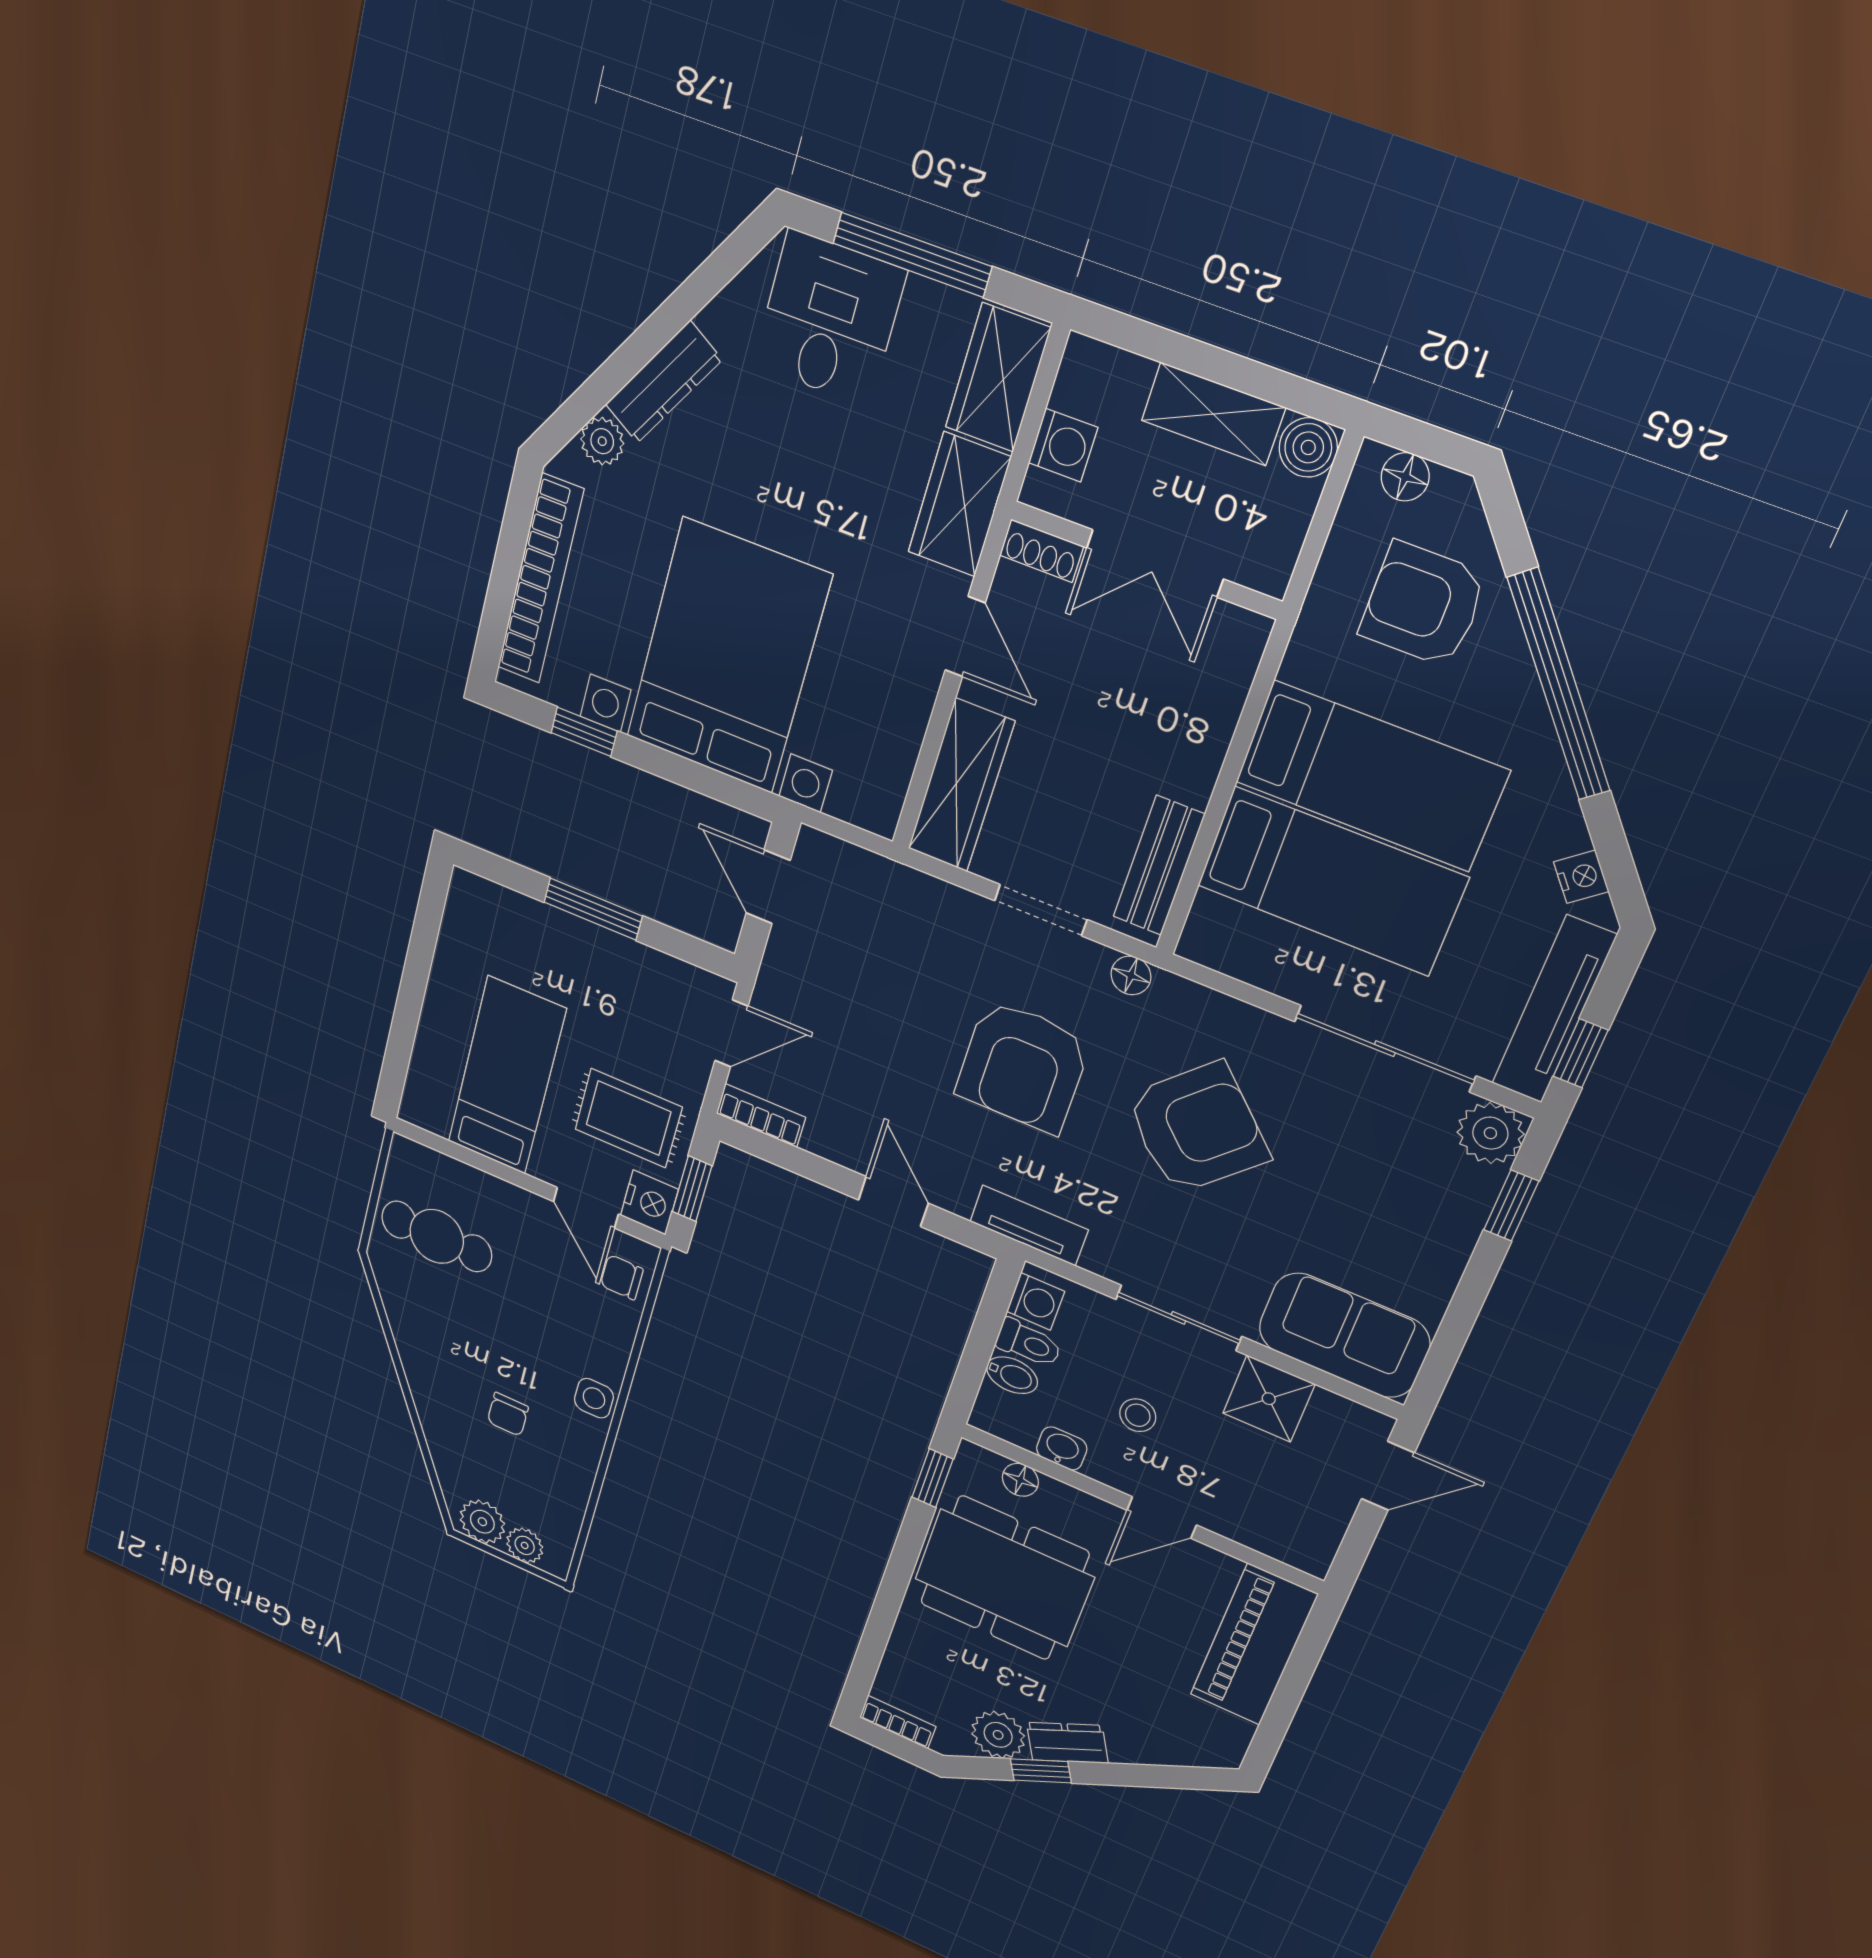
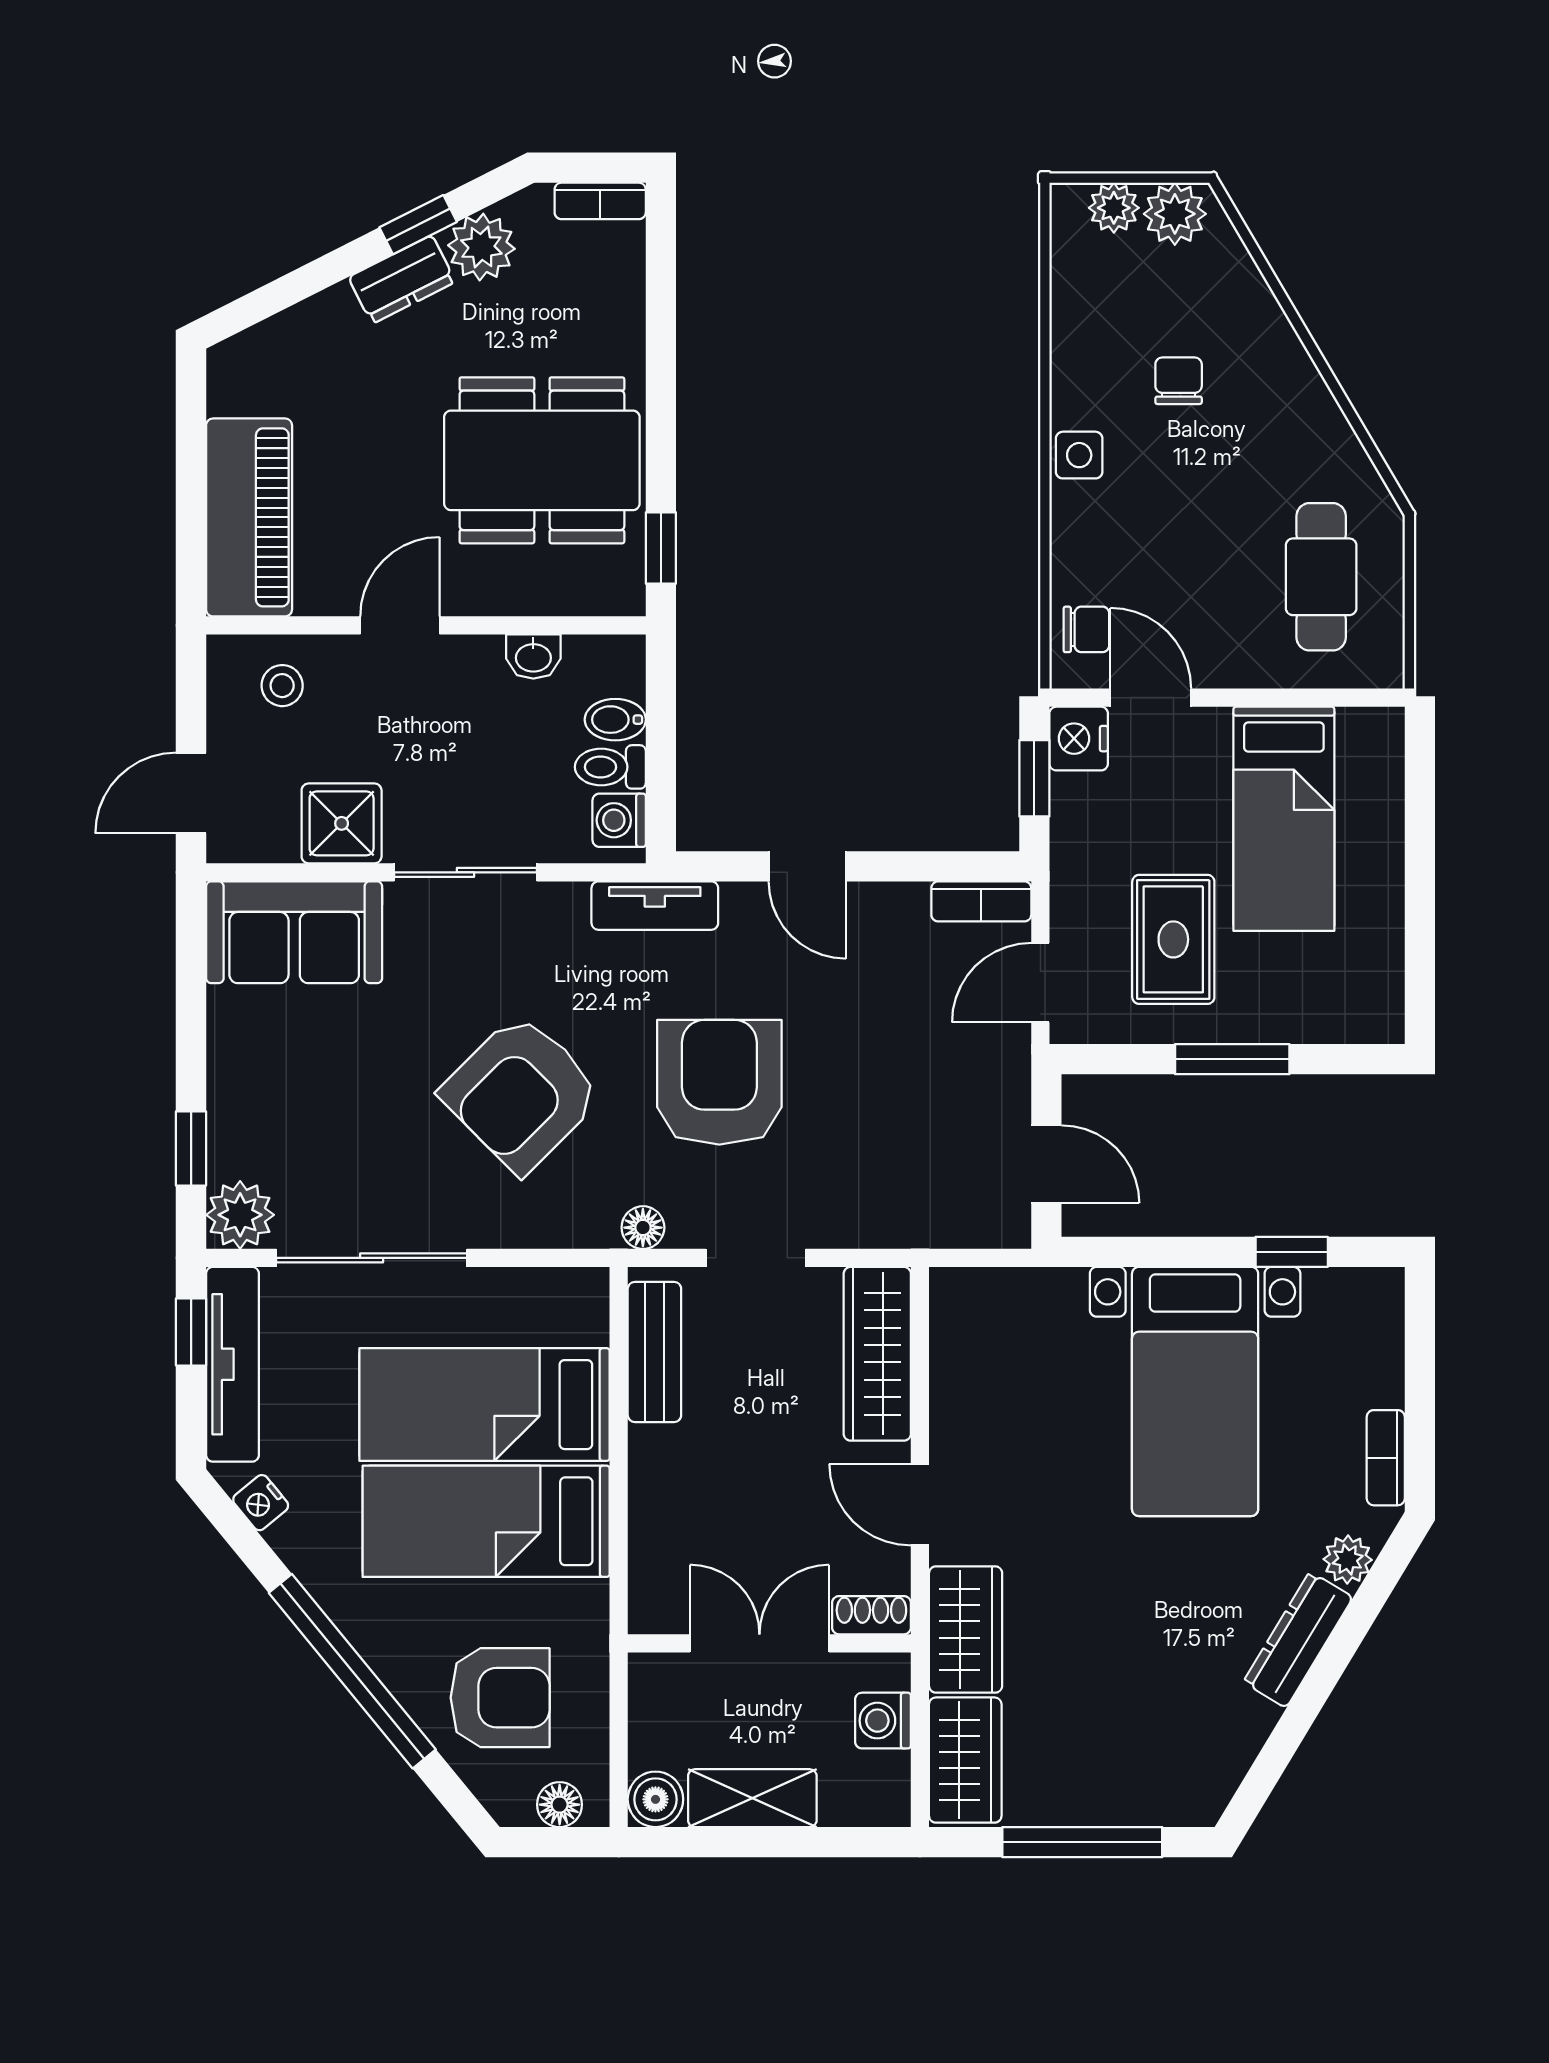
desk: (829, 318) -> (1146, 1757), removed
bookcase: (540, 579) -> (1386, 1458), width x0.43, depth x0.76
bed with nightstands: (728, 657) -> (1195, 1391), width x0.73
rug: (628, 1118) -> (1173, 939), moved, turned 90
cafe table: (437, 1236) -> (1321, 577), turned 90
stool: (1138, 1415) -> (282, 686), moved
floor lamp: (1020, 1480) -> (565, 595), removed

